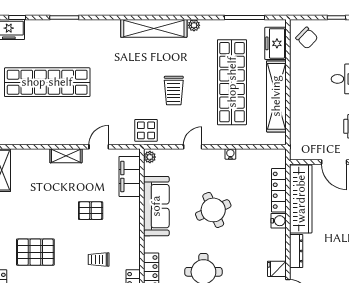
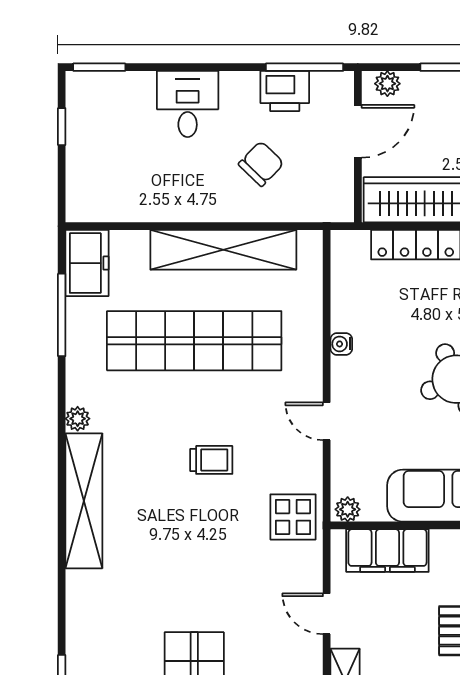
chair: (307, 38) -> (261, 164), moved
freezer: (275, 43) -> (87, 263), moved, turned -90
trolley: (174, 91) -> (211, 460), width x0.73, depth x0.72

